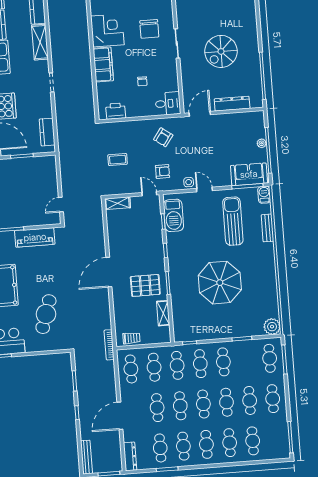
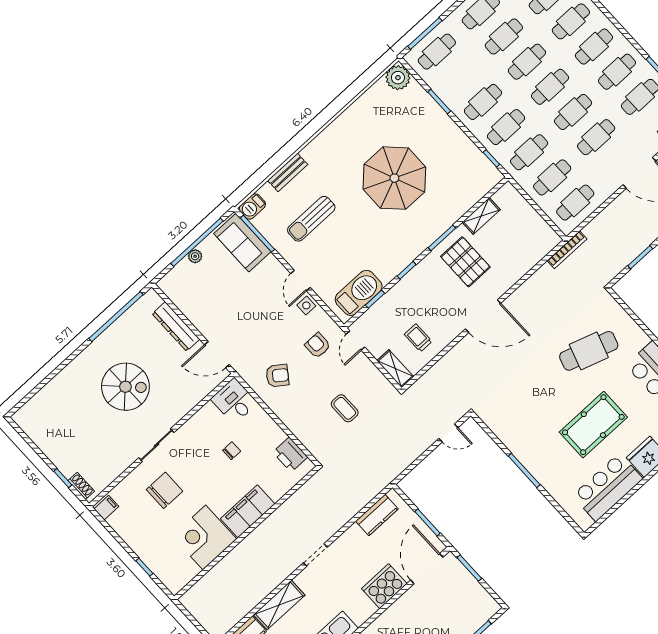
sun lounger: (233, 221) -> (311, 219), width x0.73, depth x0.75
piano: (35, 237) -> (510, 434), removed
trolley: (131, 338) -> (418, 338), moved

